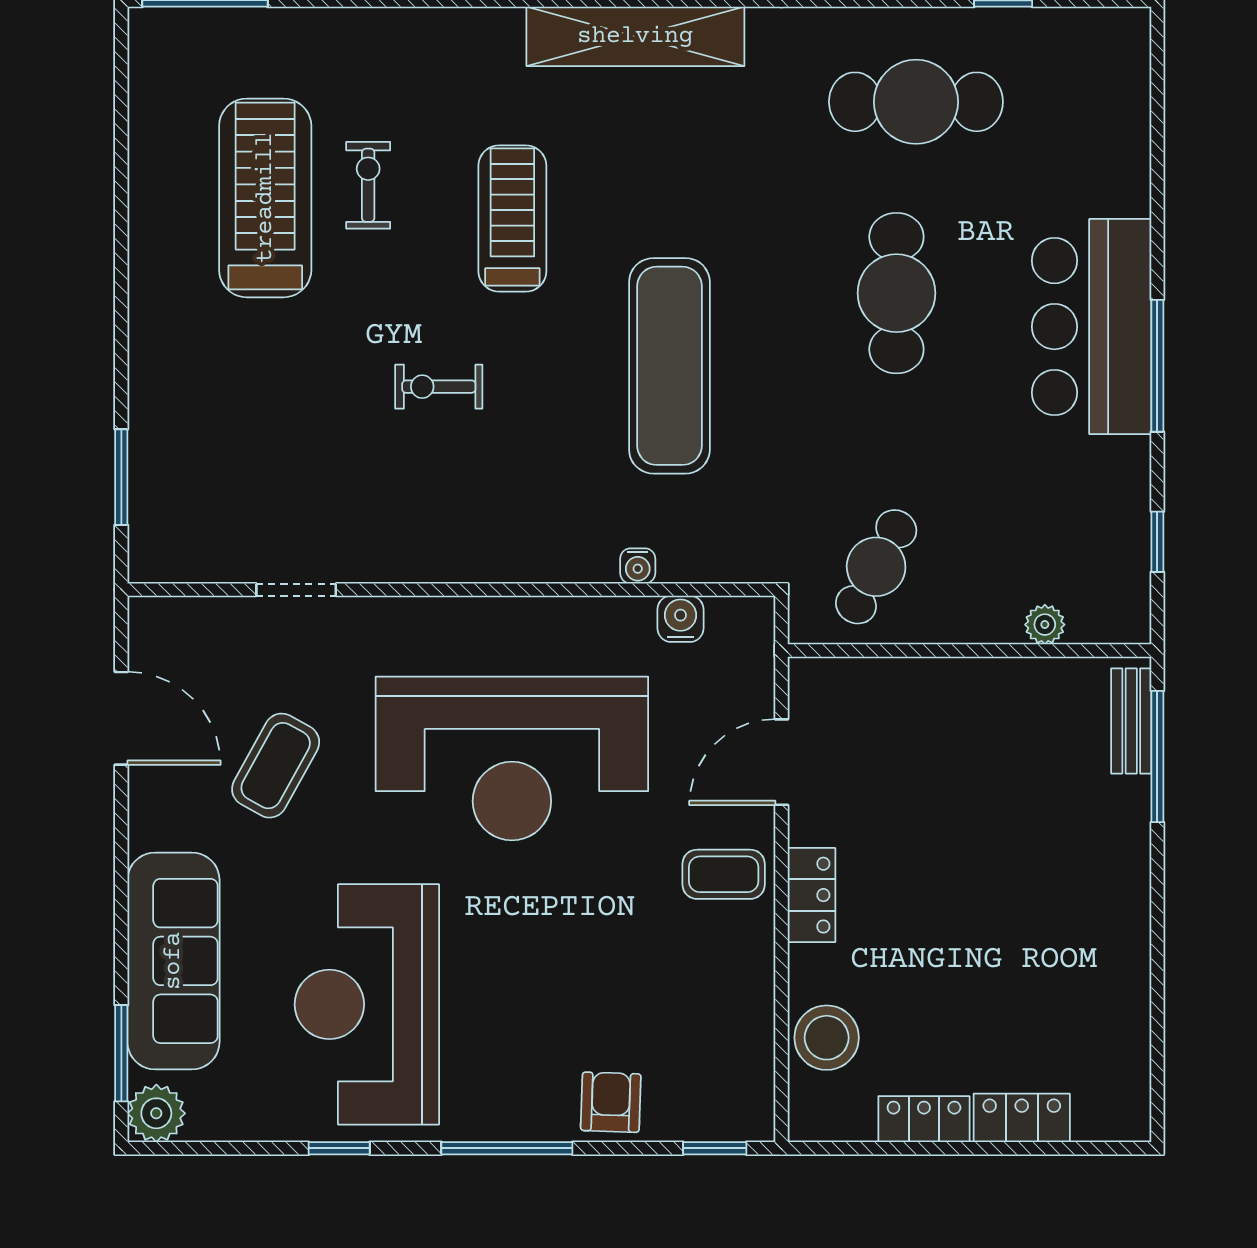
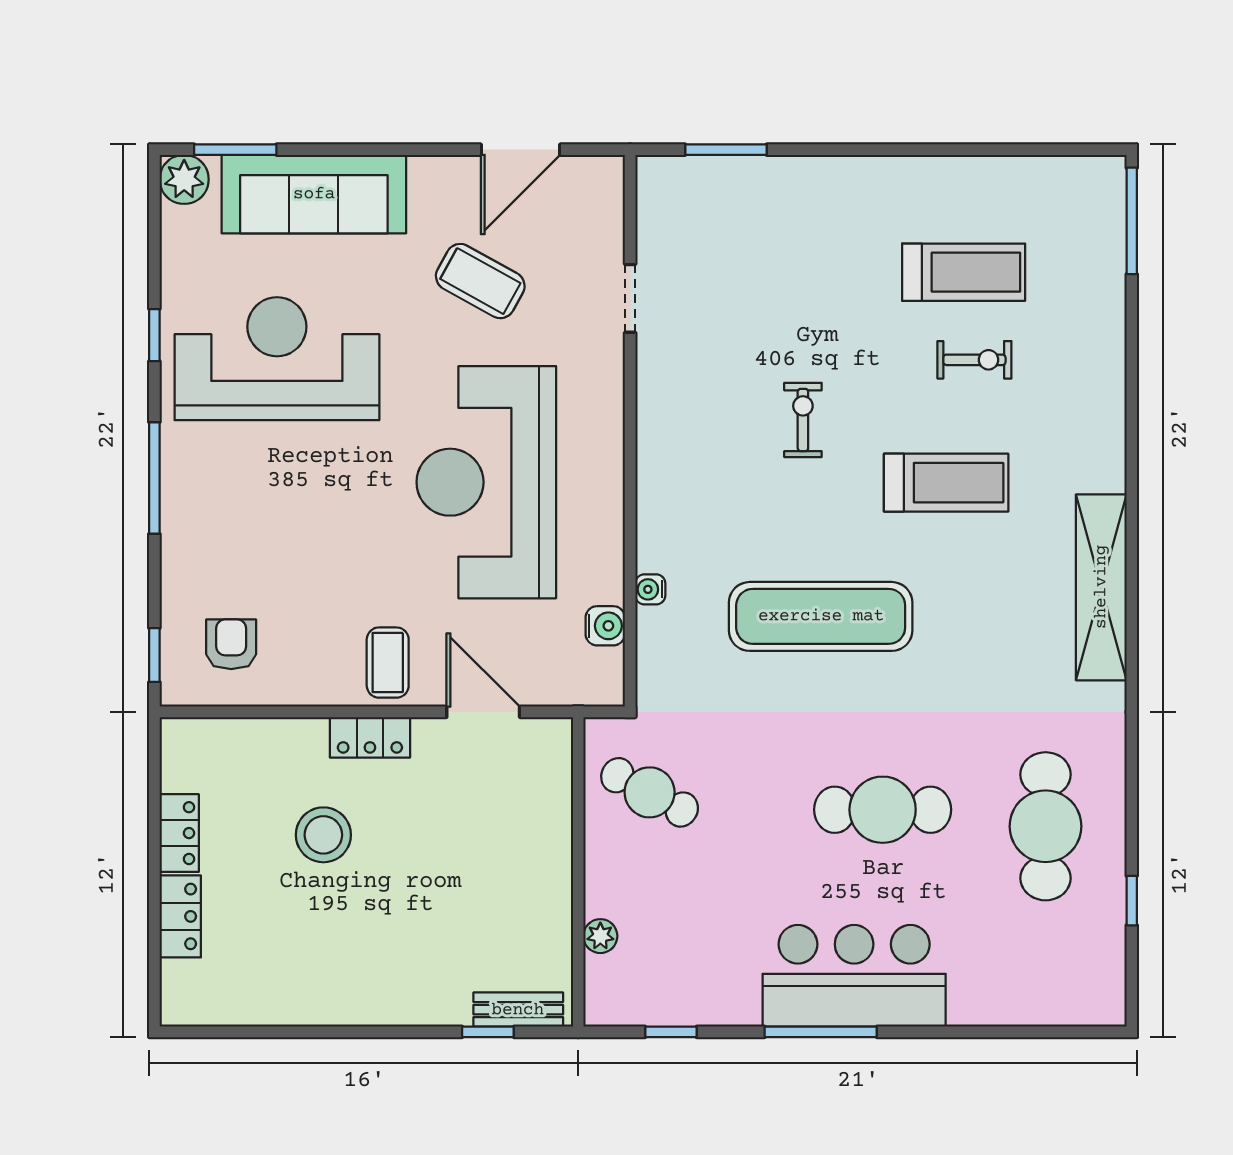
treadmill: (265, 198) -> (964, 272), width x0.73, depth x0.73
window: (1157, 757) -> (488, 1032), width x0.46
stool: (827, 1038) -> (323, 835), moved
armchair: (611, 1102) -> (231, 644), moved, turned -92

